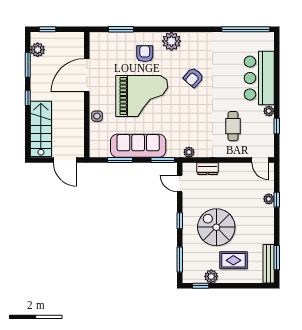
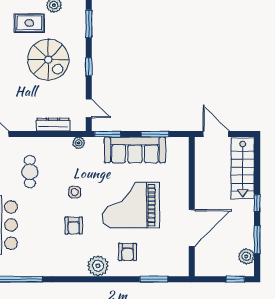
armchair: (193, 78) -> (74, 226), turned 139
side table: (97, 116) -> (75, 192), moved
dresser: (207, 169) -> (53, 125), width x1.44

